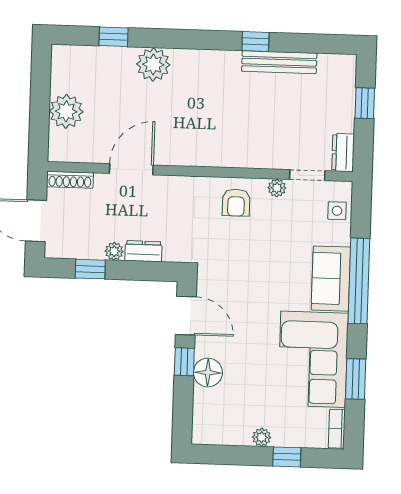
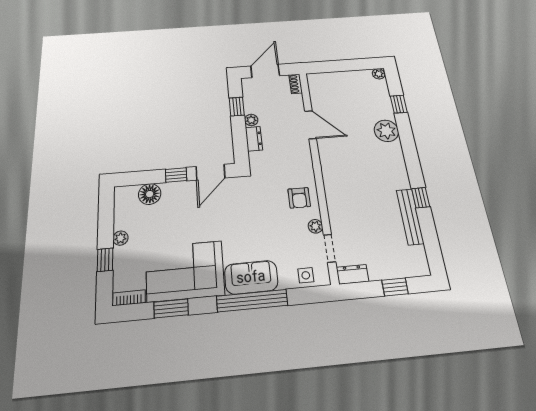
plant: (66, 111) -> (379, 74), moved, width x0.53, depth x0.53
shoe rack: (70, 180) -> (296, 84), width x0.70
armchair: (236, 203) -> (299, 198), turned -90
floor lamp: (208, 373) -> (150, 194), moved

